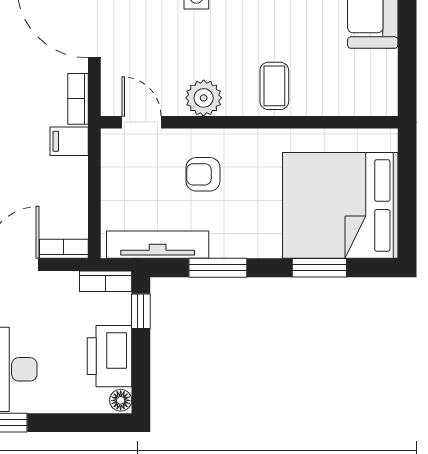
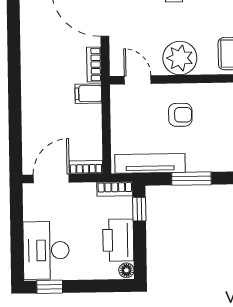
plant: (204, 98) -> (180, 58), width x1.36, depth x1.36
armchair: (203, 174) -> (180, 115), turned 180

